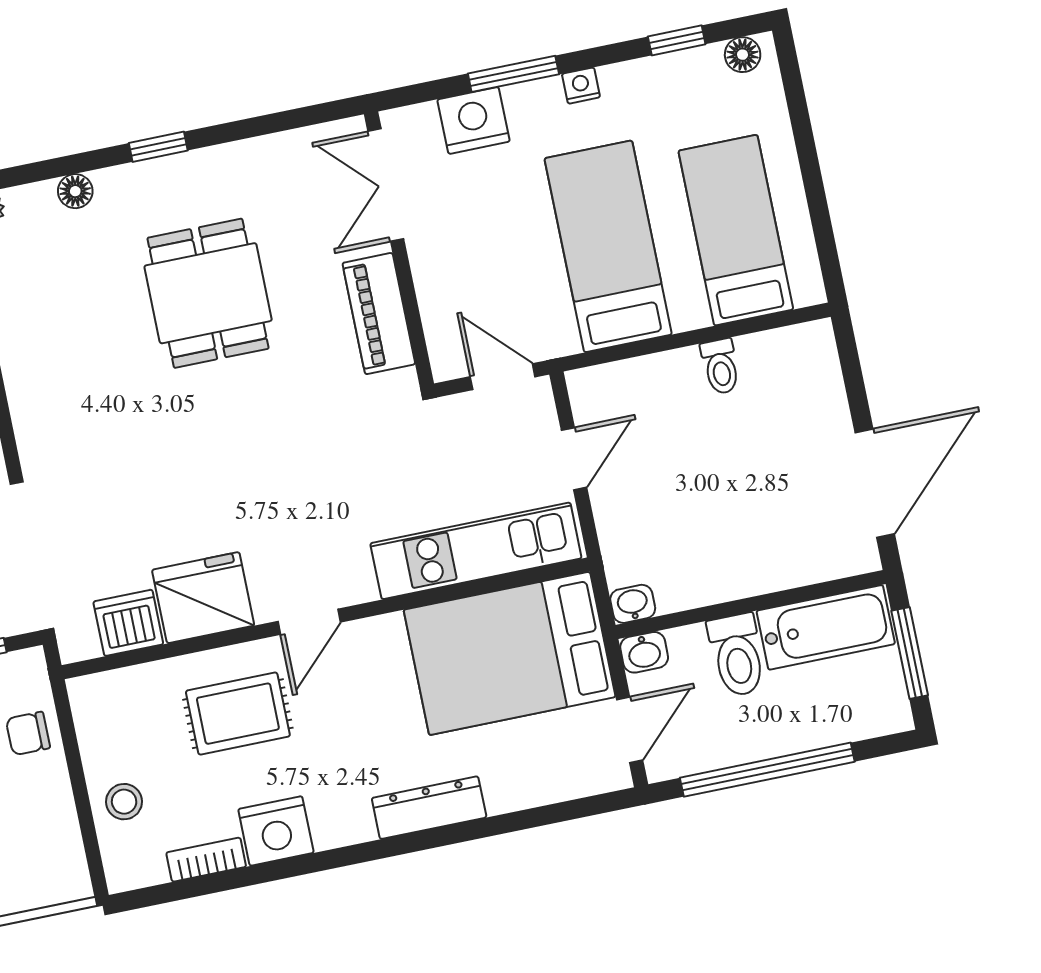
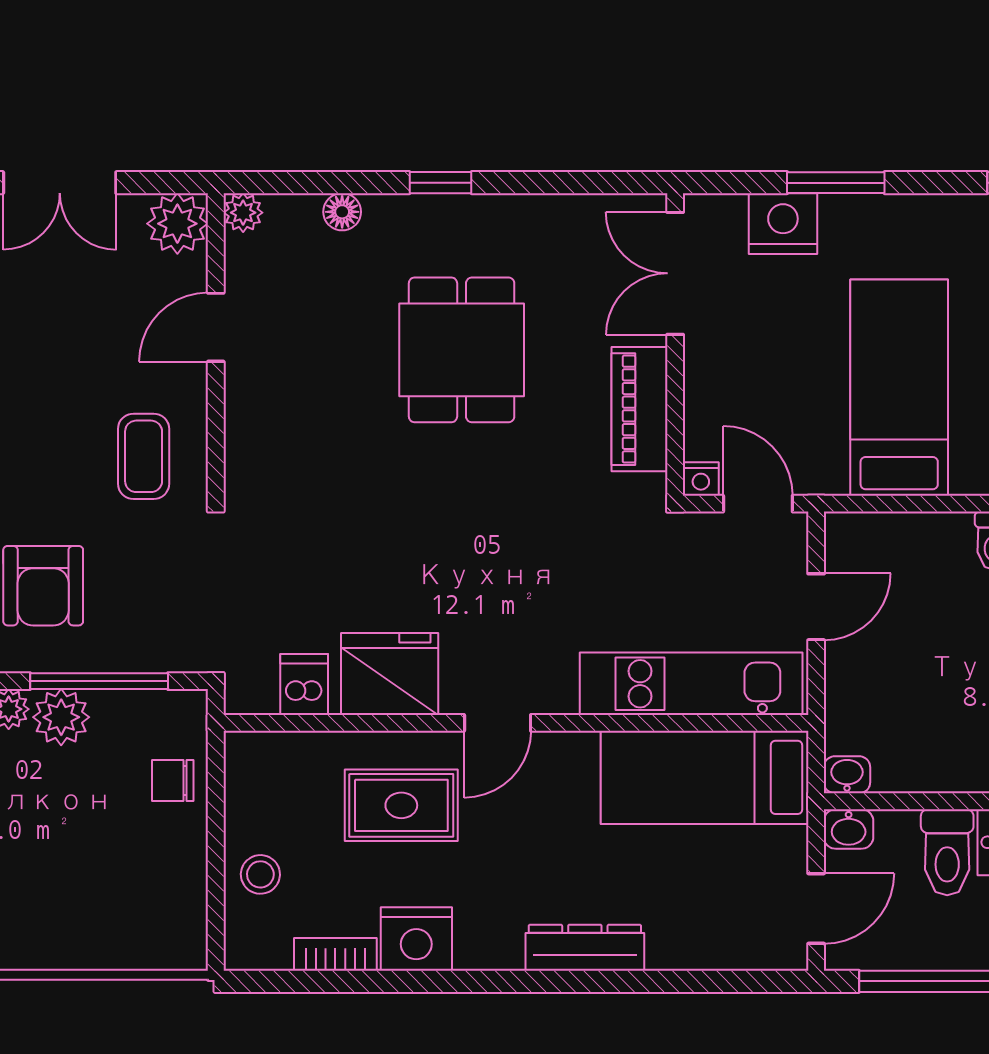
nightstand: (581, 86) -> (701, 479), moved, turned 180
dishwasher: (128, 623) -> (304, 684), width x0.73
bed: (510, 653) -> (705, 777), width x0.67

